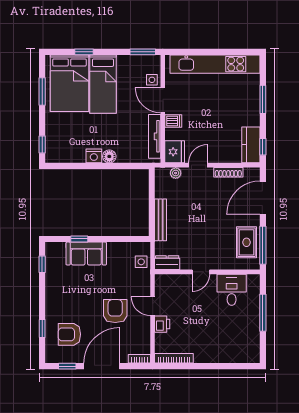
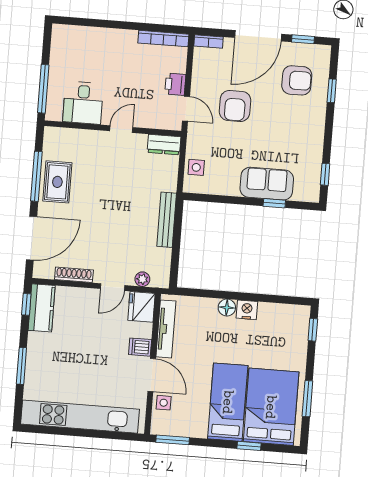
dresser: (167, 263) -> (164, 145), moved
door: (201, 272) -> (121, 129), moved
wall: (207, 272) -> (113, 128), moved
desk: (232, 290) -> (83, 103), moved

